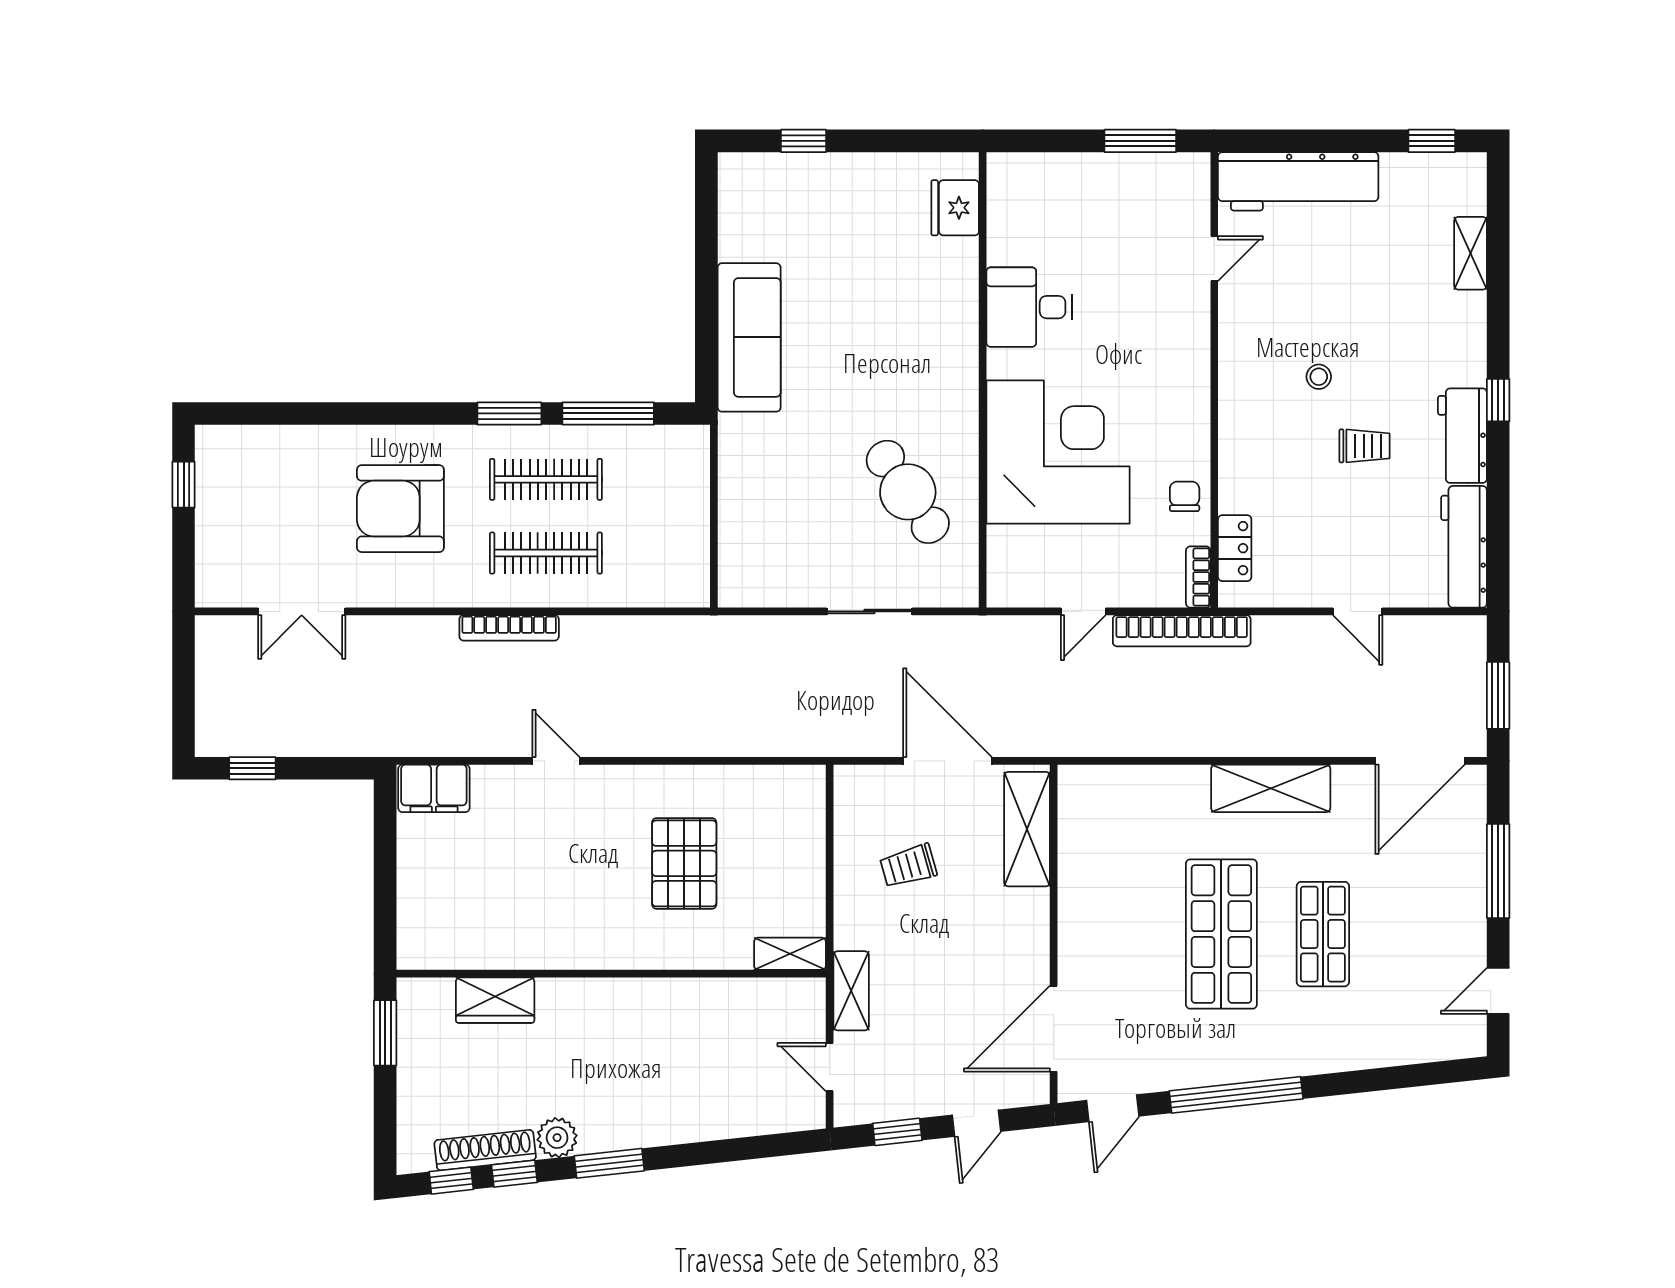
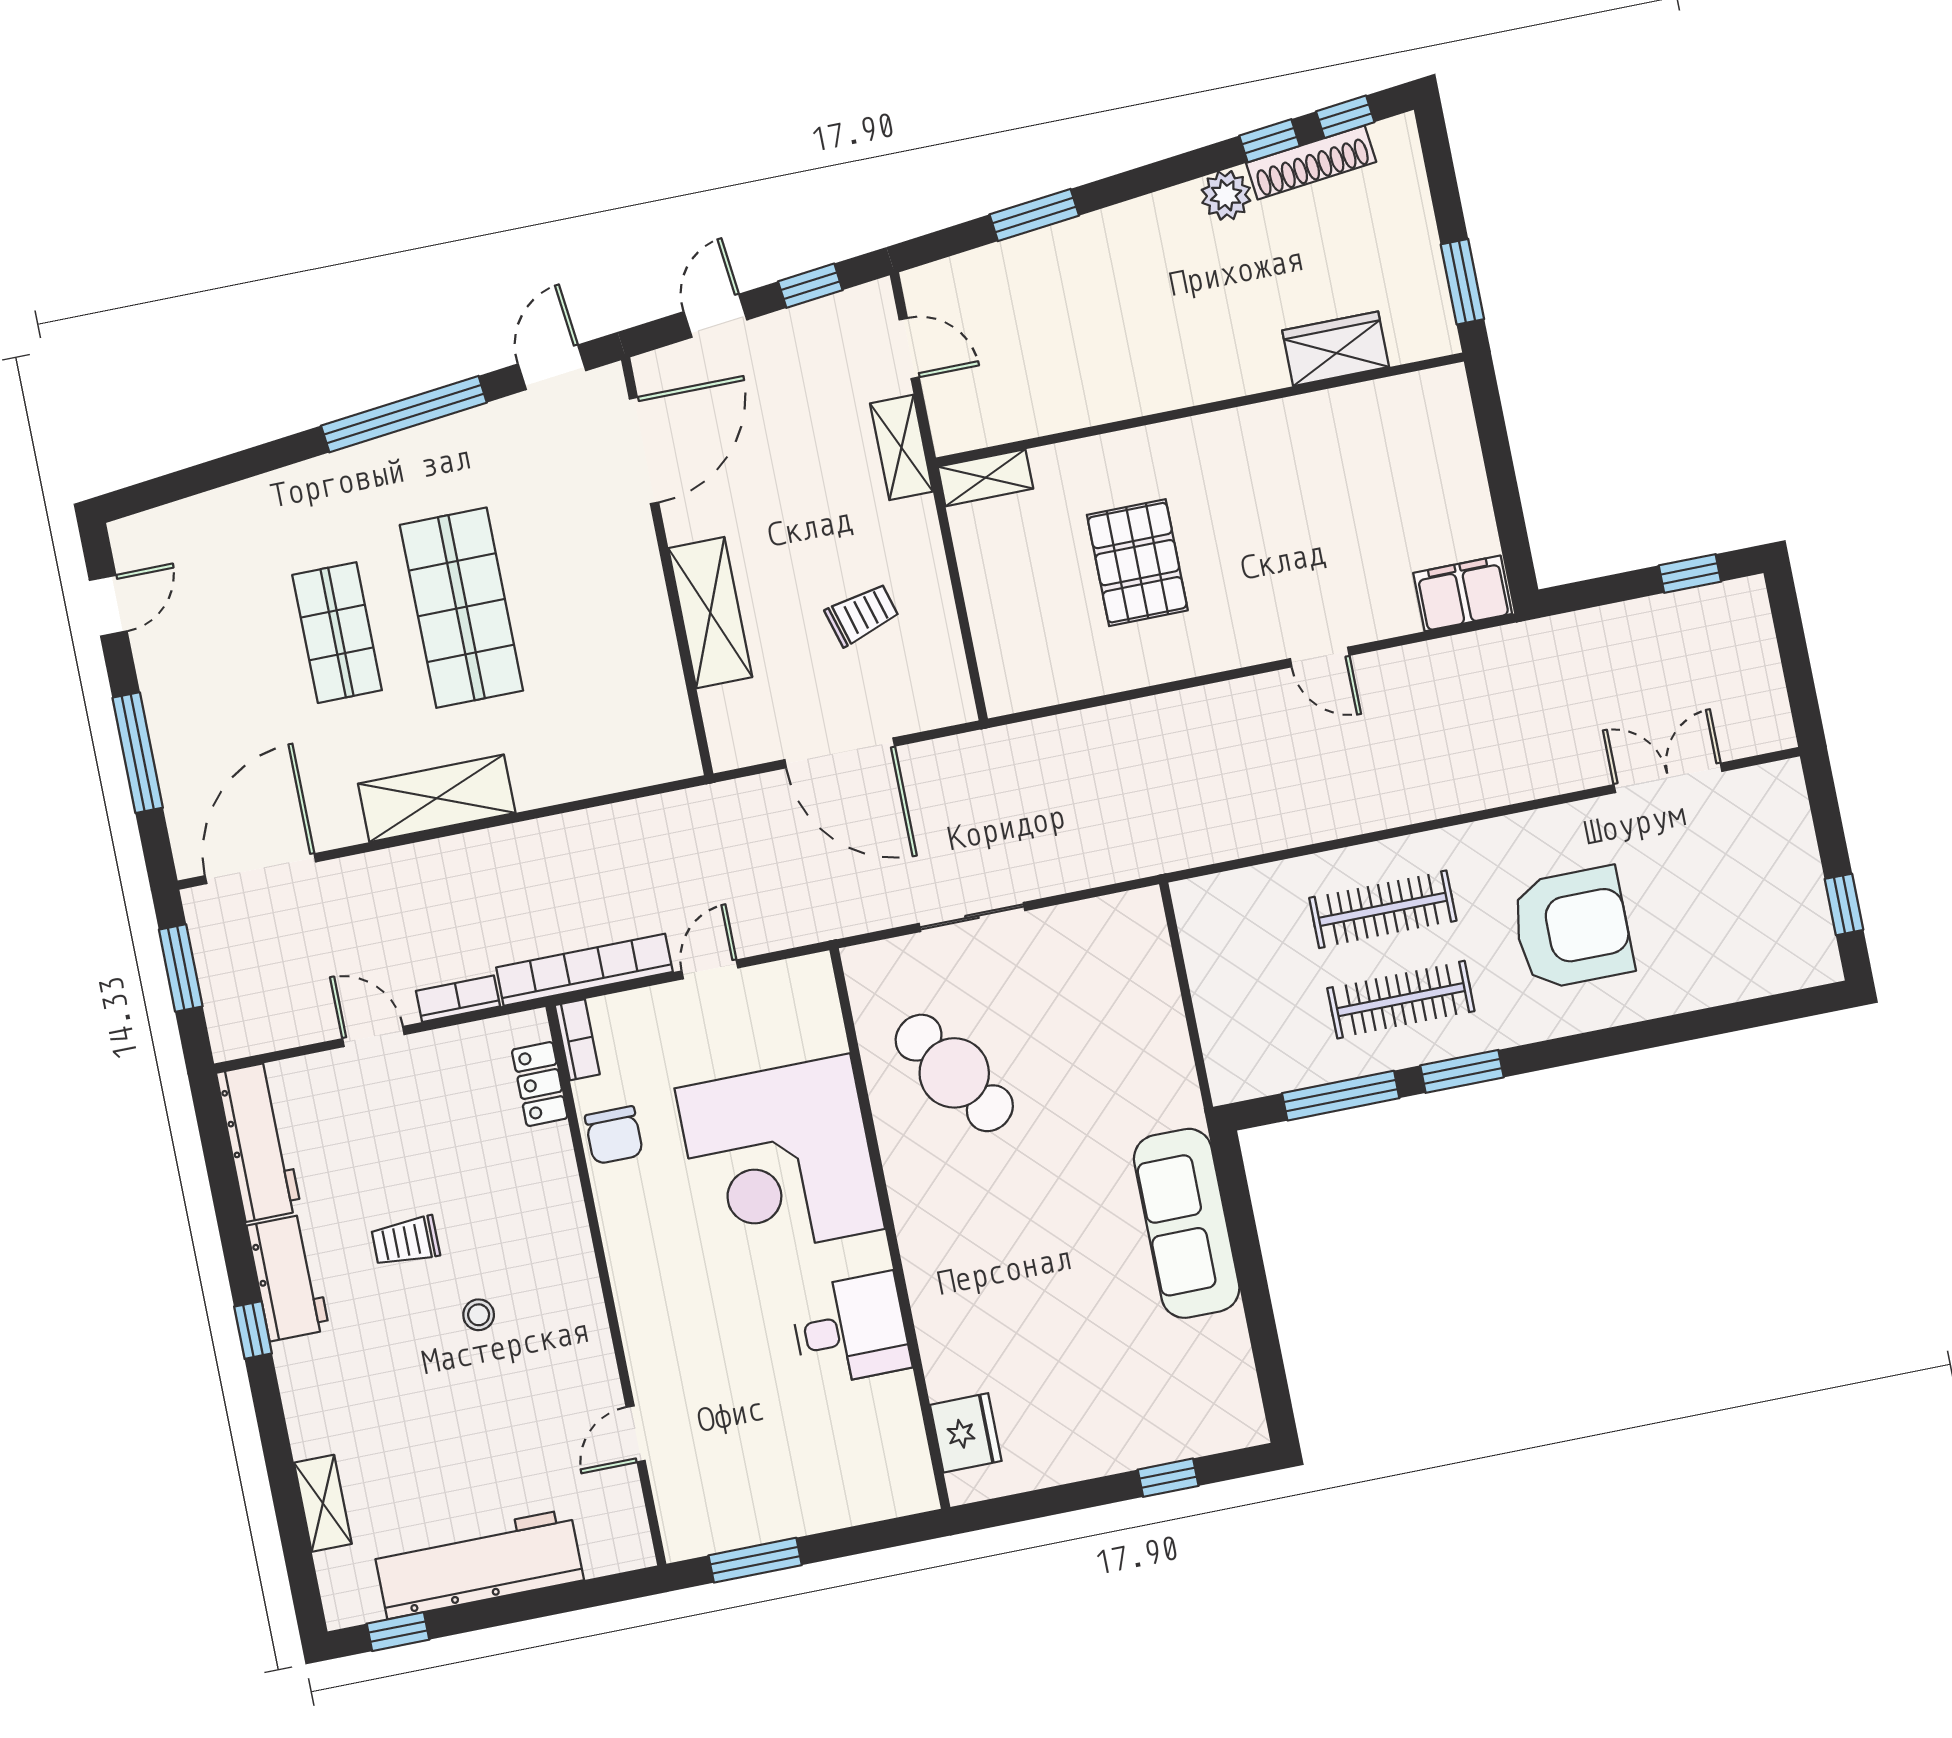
workbench: (1298, 181) -> (479, 1564), moved
chair: (1185, 496) -> (614, 1135), width x1.37, depth x1.37
bookcase: (509, 628) -> (458, 999), moved, width x0.64
shelving: (1027, 829) -> (710, 613), moved
window: (609, 1163) -> (1034, 215), moved

